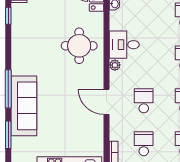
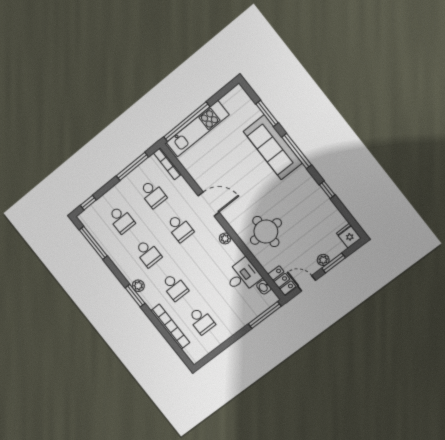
window: (8, 16) -> (327, 190), moved
desk: (124, 45) -> (243, 276), moved

